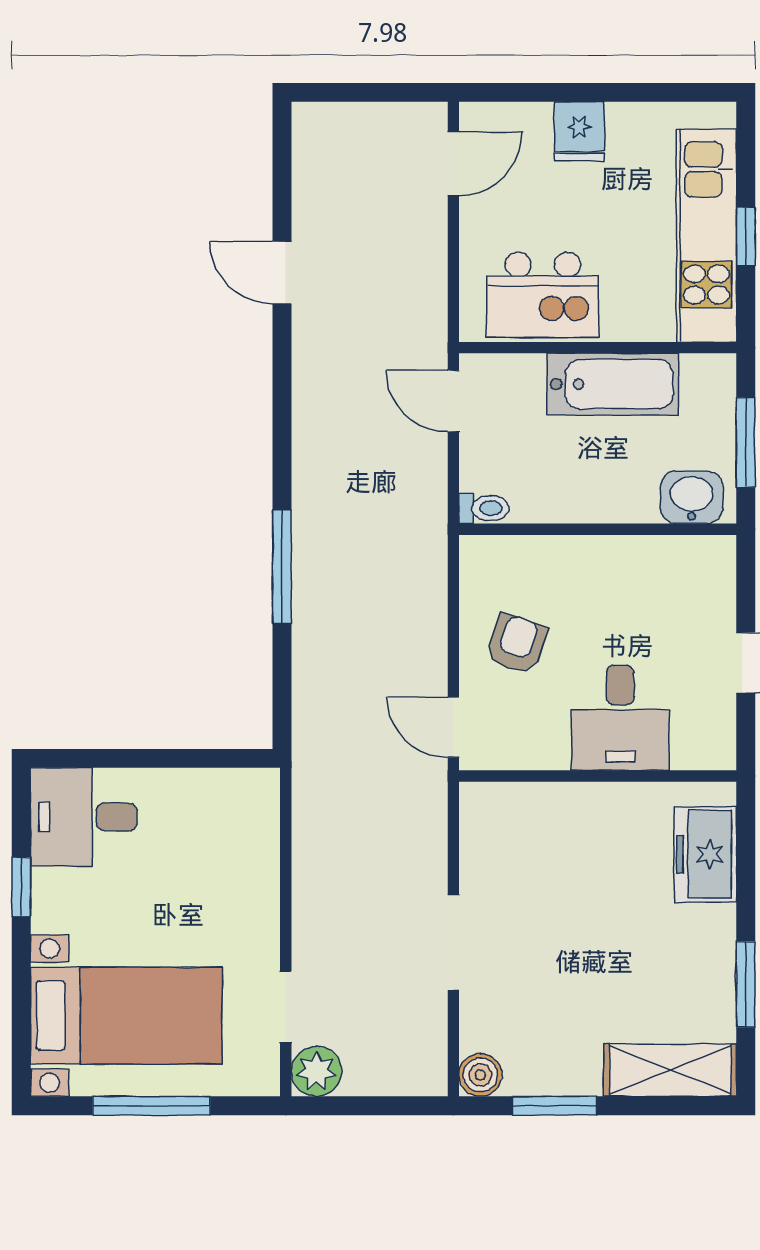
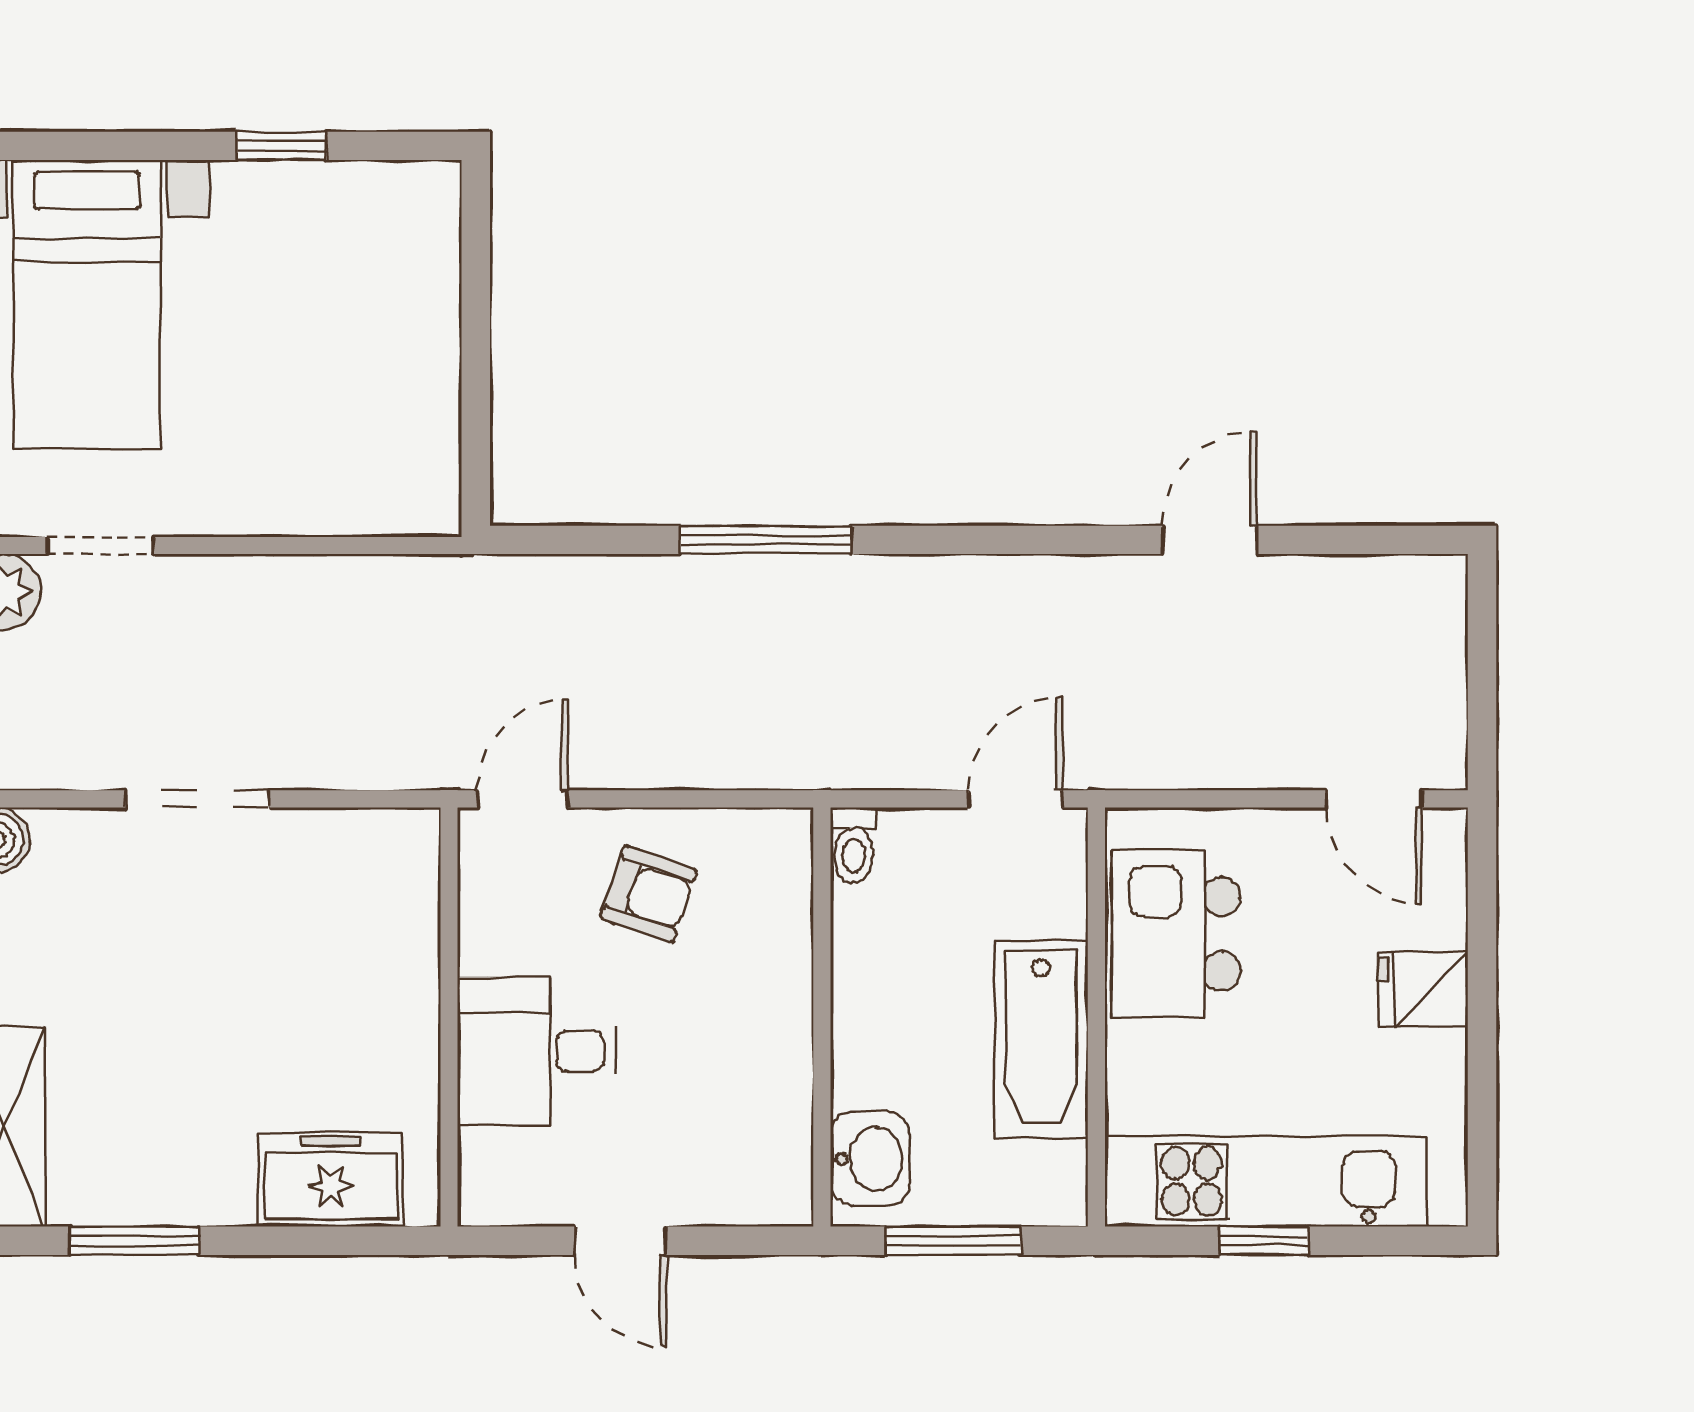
desk: (84, 817) -> (387, 240), removed

